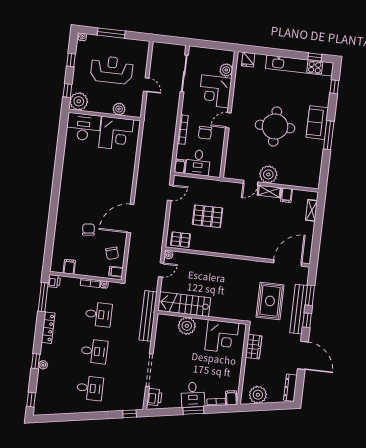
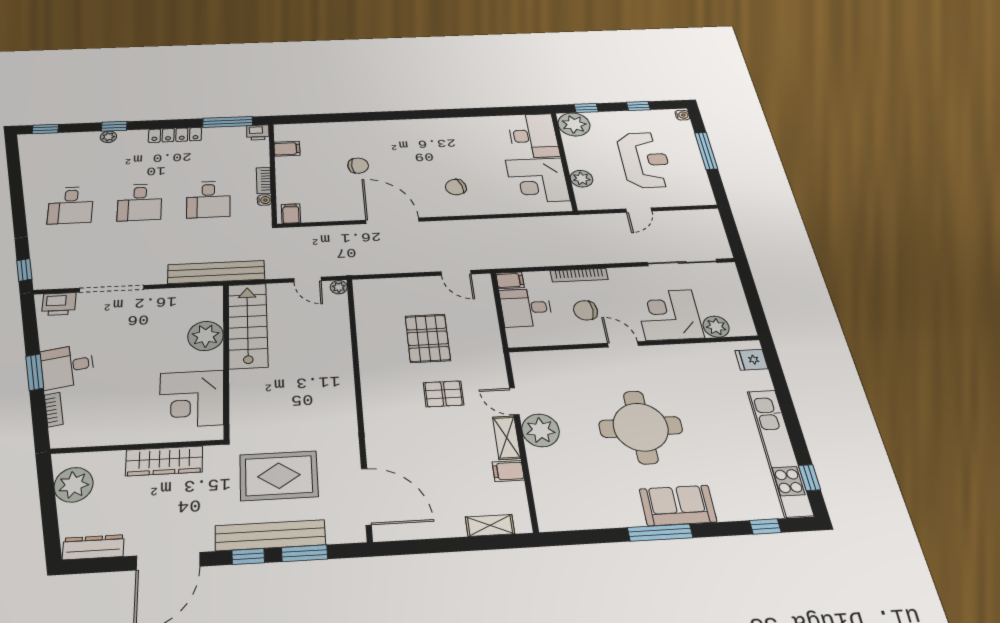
pallet: (180, 240) -> (444, 394), moved, turned 90
chair: (112, 253) -> (456, 187), moved
wardrobe: (254, 347) -> (164, 461), width x1.50
filing cabinet: (231, 398) -> (64, 436), removed

